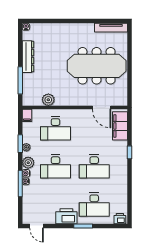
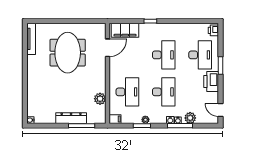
dresser: (28, 57) -> (71, 118), moved
meeting table: (97, 66) -> (68, 53), width x0.73
plant: (28, 163) -> (190, 118), moved
door: (37, 226) -> (220, 110), swing flipped

